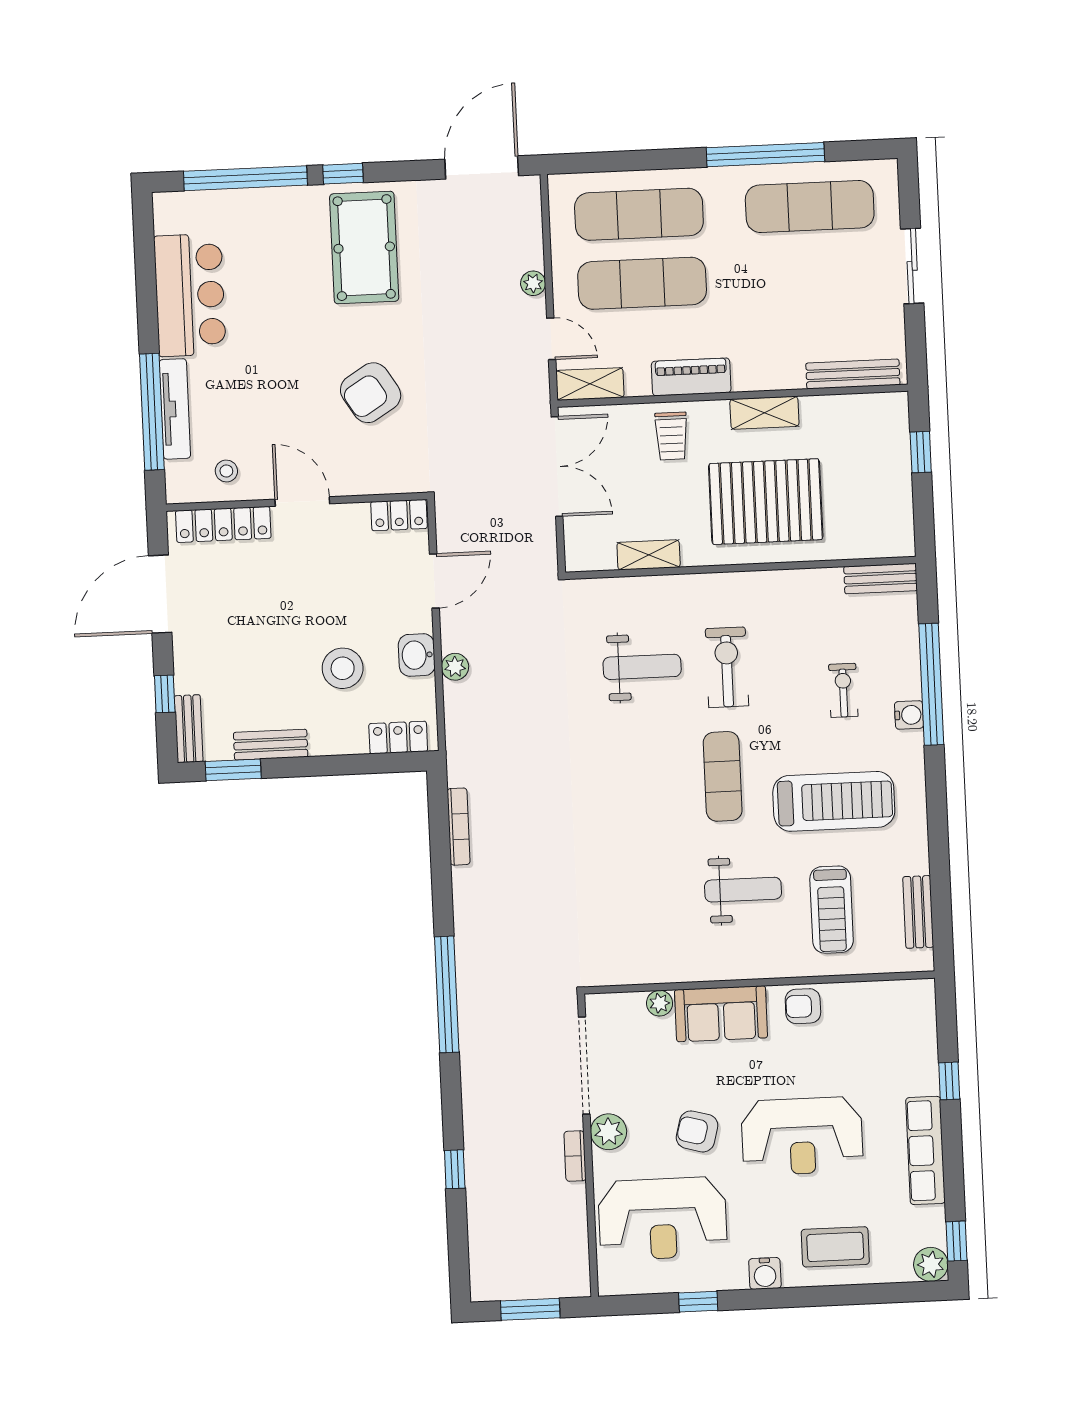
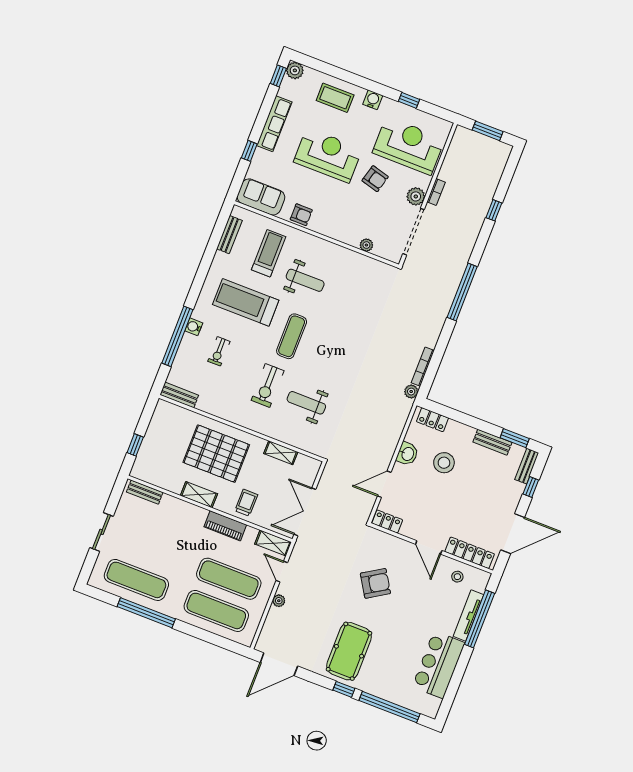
bench: (853, 374) -> (145, 492), width x0.73
plant: (455, 667) -> (411, 392), moved
weight bench: (743, 890) -> (305, 280), turned 180
sofa: (721, 1014) -> (261, 197), moved

